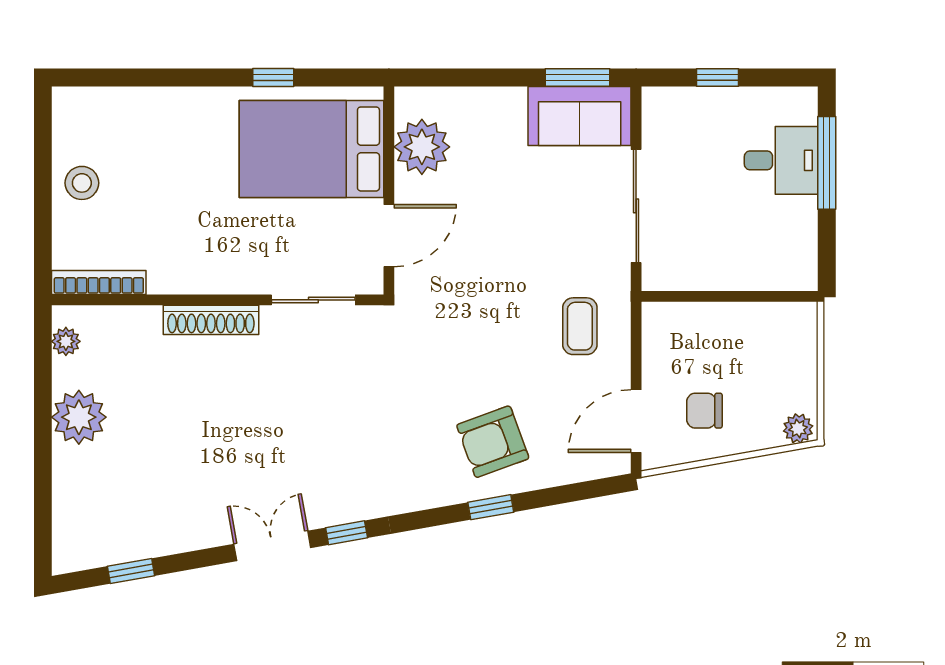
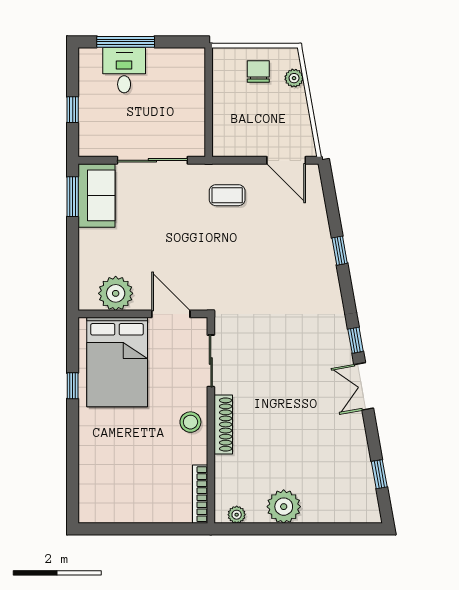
stool: (82, 183) -> (190, 422), moved
chair: (704, 411) -> (258, 72), moved, turned 180
plant: (798, 429) -> (294, 78), moved
armchair: (493, 442) -> (299, 249), removed

